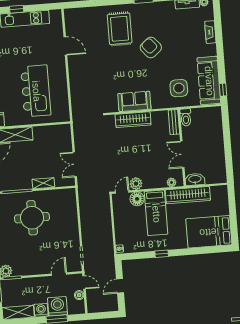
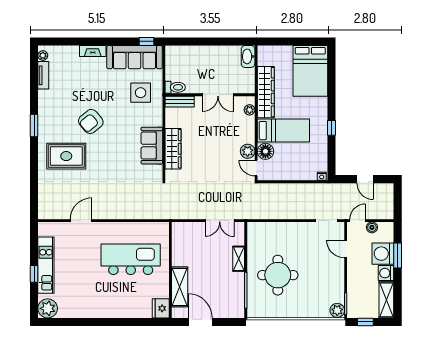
fireplace: (210, 32) -> (93, 51), moved
washbasin: (195, 179) -> (248, 56), moved

